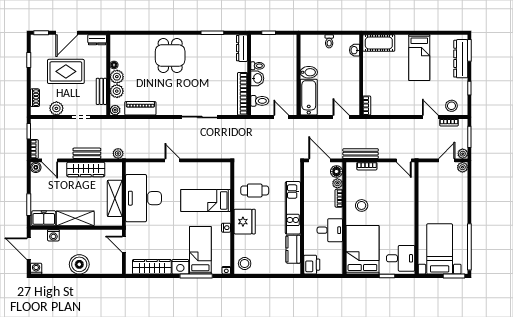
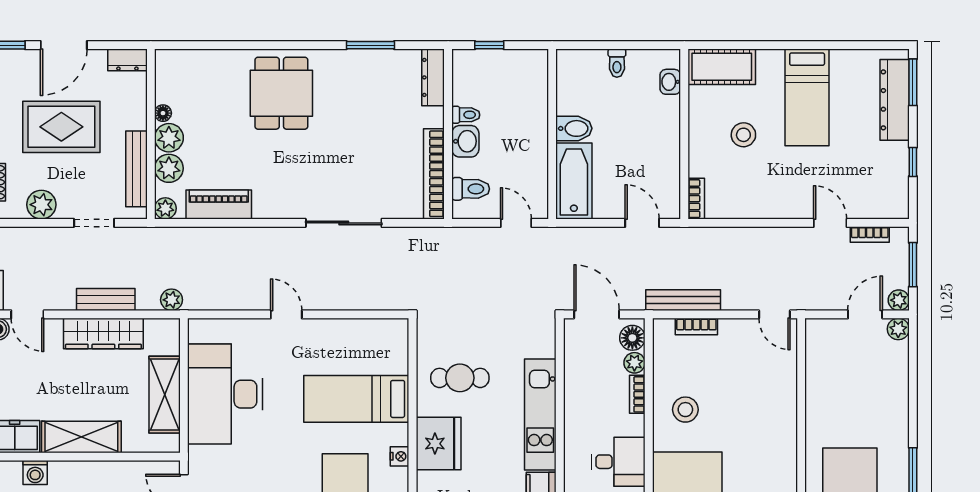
bench: (101, 91) -> (136, 169), width x1.36
stool: (451, 106) -> (743, 135), moved

